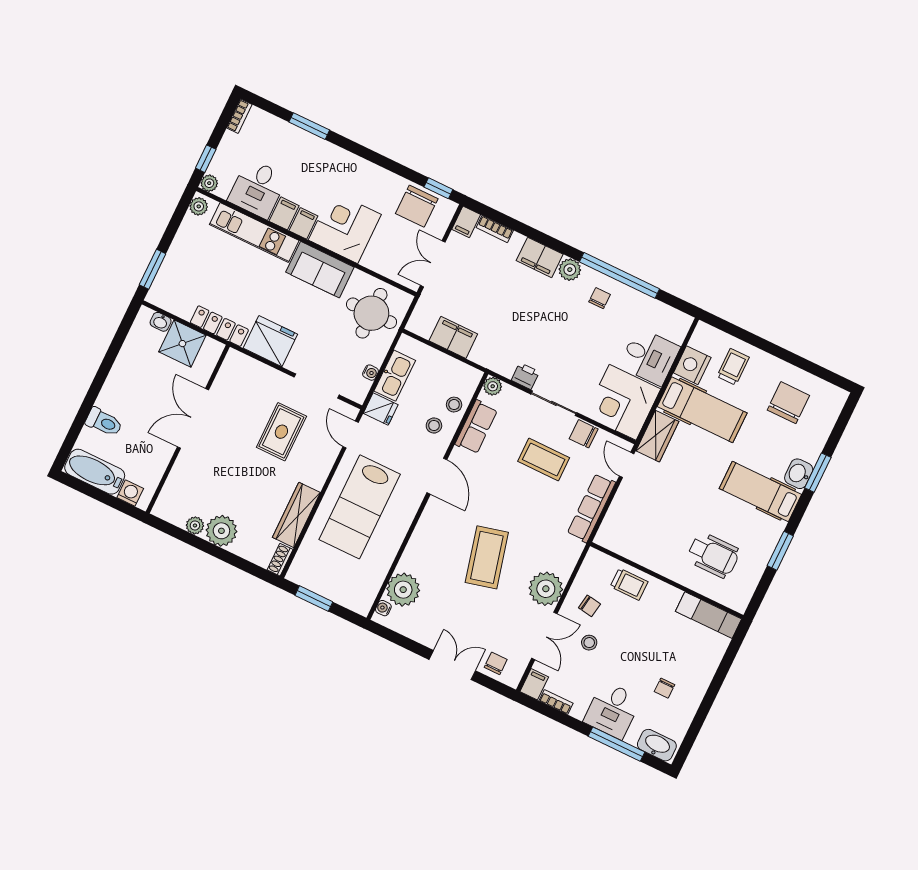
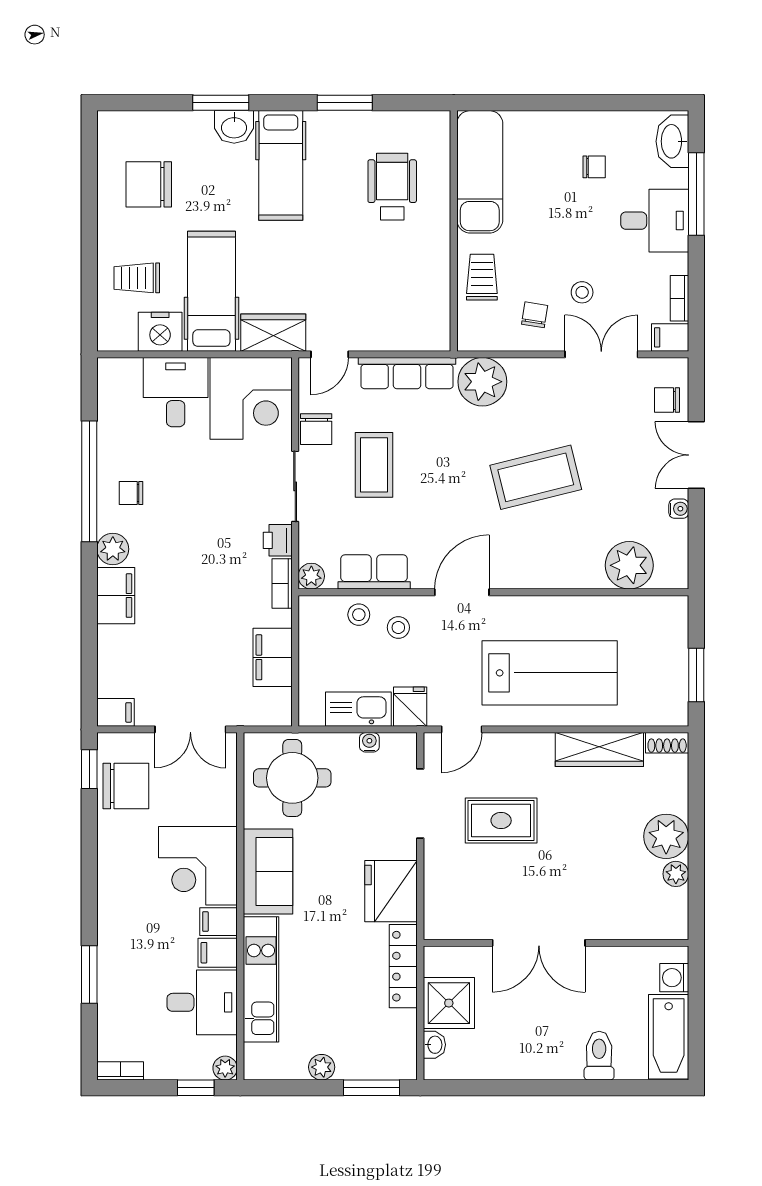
plant: (199, 206) -> (322, 1067), moved
bookcase: (495, 229) -> (282, 584), moved, turned 180
plant: (546, 589) -> (482, 382), moved
water cooler: (383, 608) -> (679, 509), moved, turned -90
exam couch: (708, 615) -> (480, 172), width x1.36, depth x1.45

